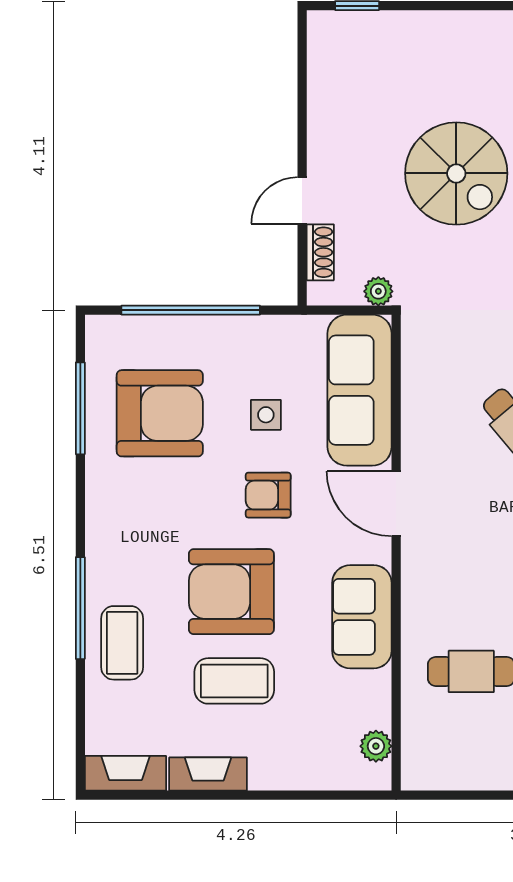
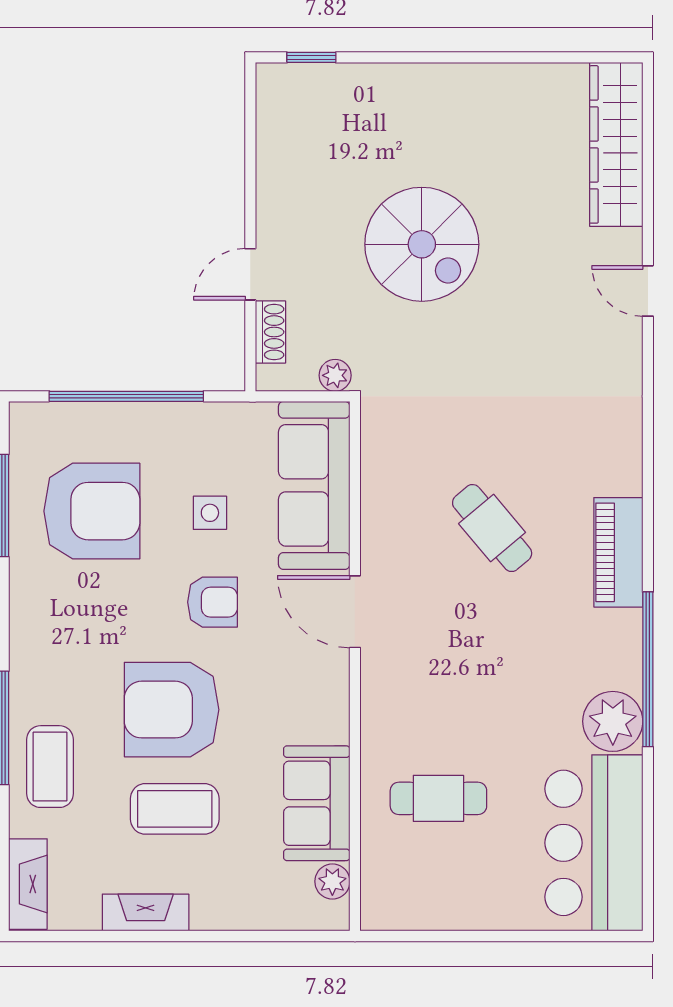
armchair: (268, 495) -> (212, 602), turned 180
sofa: (362, 617) -> (317, 803), moved
fireplace: (126, 773) -> (28, 884), moved, turned 90

